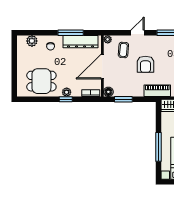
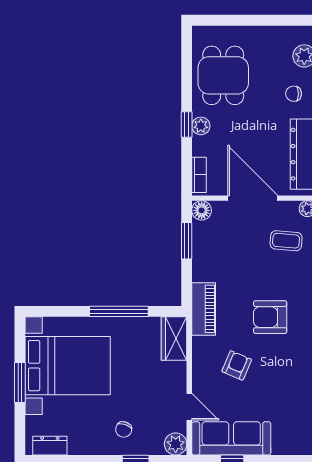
armchair: (145, 64) -> (270, 317), moved
window: (158, 147) -> (119, 311), moved

